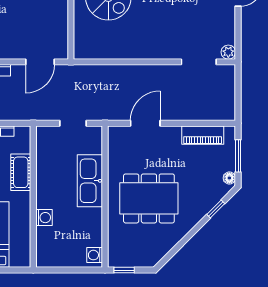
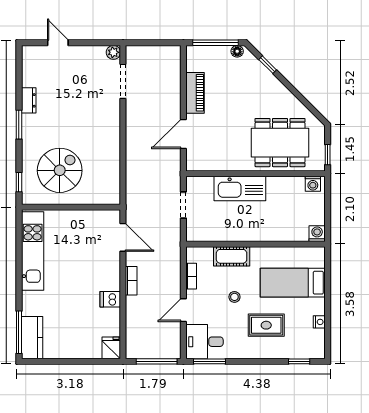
door: (145, 123) -> (183, 134), hinge flipped
piano: (203, 135) -> (195, 93), moved
window: (238, 156) -> (215, 43), width x1.44
dining table: (149, 198) -> (280, 143), moved, turned 90
washing machine: (44, 218) -> (317, 234), moved

